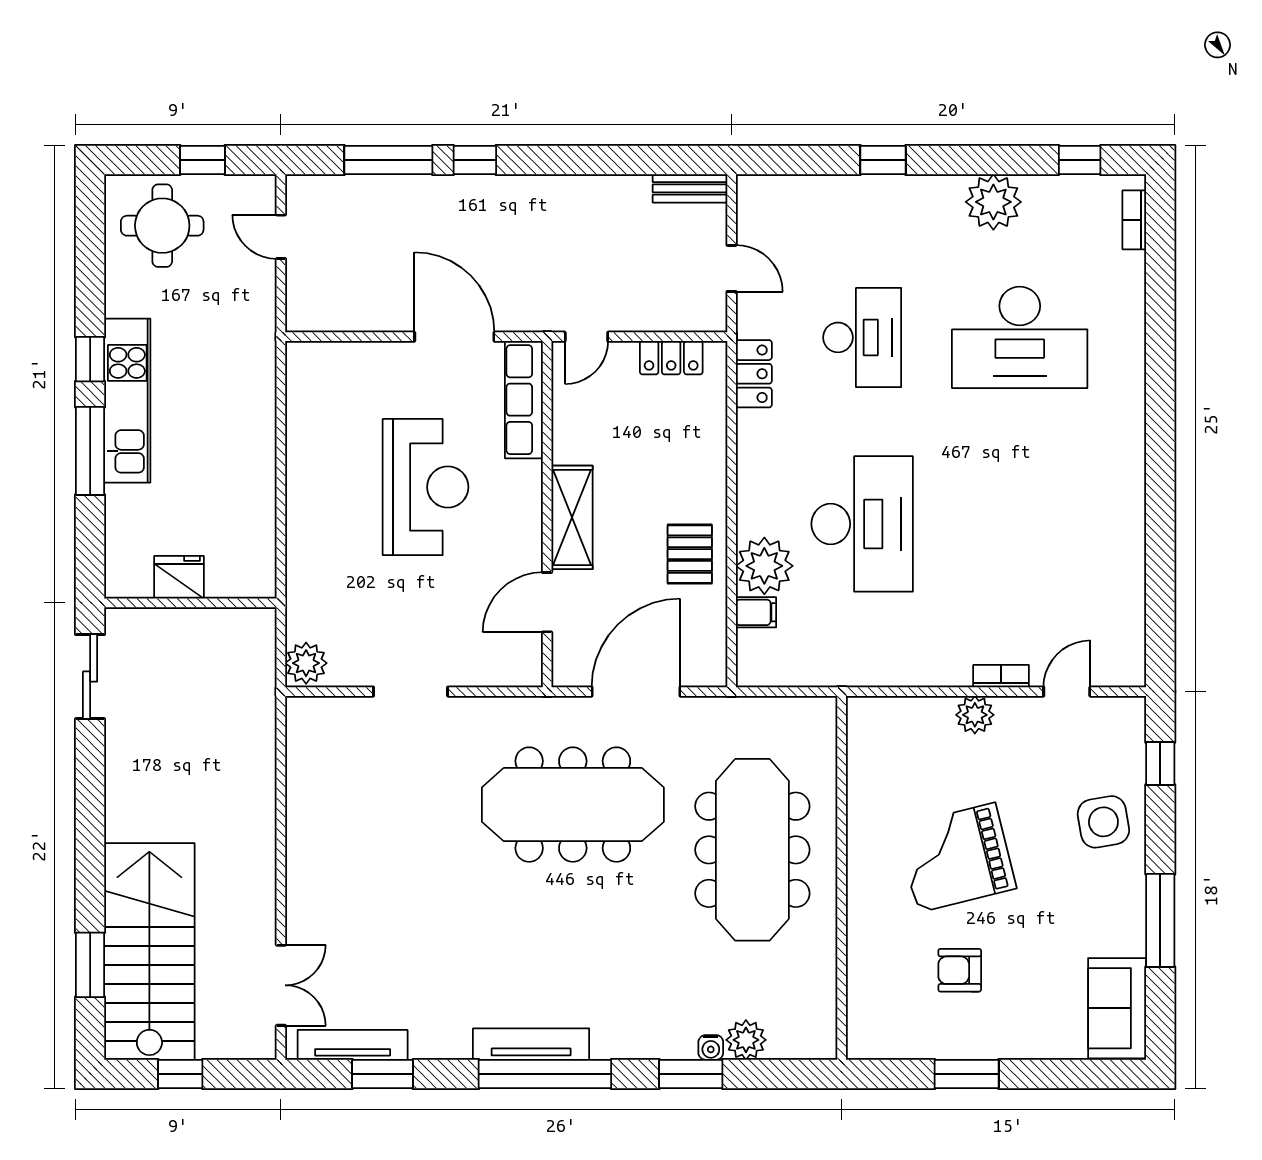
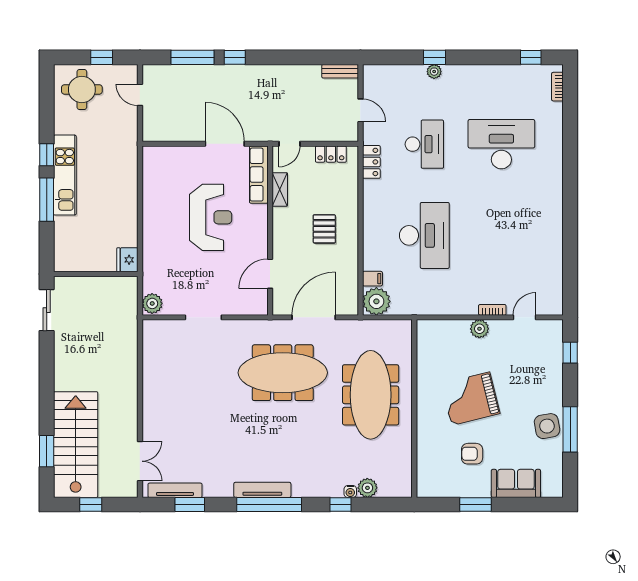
plant: (993, 202) -> (434, 72), moved, width x0.53, depth x0.53
desk: (1020, 337) -> (501, 144), turned 180
shelving: (572, 517) -> (280, 189), moved, width x0.67, depth x0.75
pallet: (690, 554) -> (324, 229), moved
plant: (764, 566) -> (376, 301), moved
fridge: (179, 577) -> (127, 260), moved, turned -90
side table: (1103, 822) -> (547, 426), moved
sofa: (1117, 1008) -> (516, 483), moved, turned 90
window: (691, 1074) -> (340, 505), width x0.67

